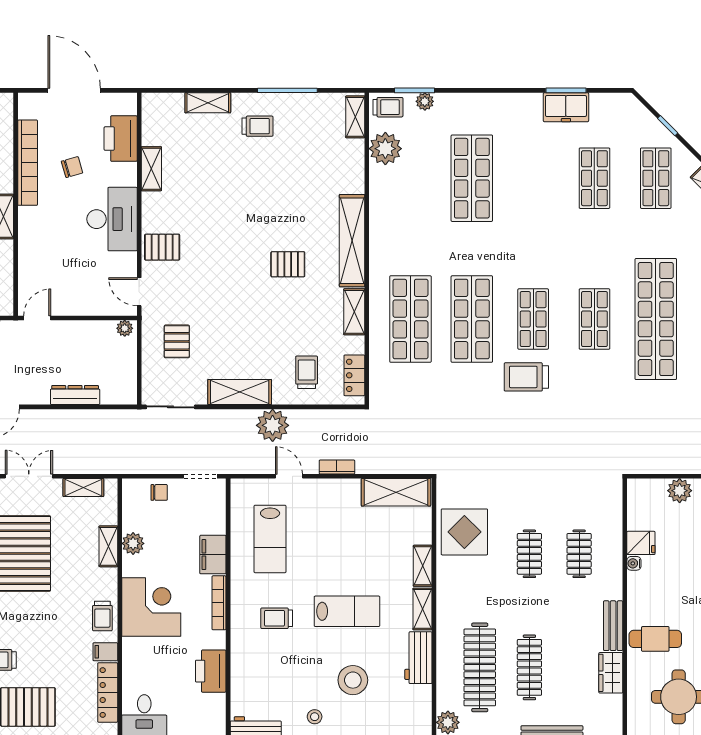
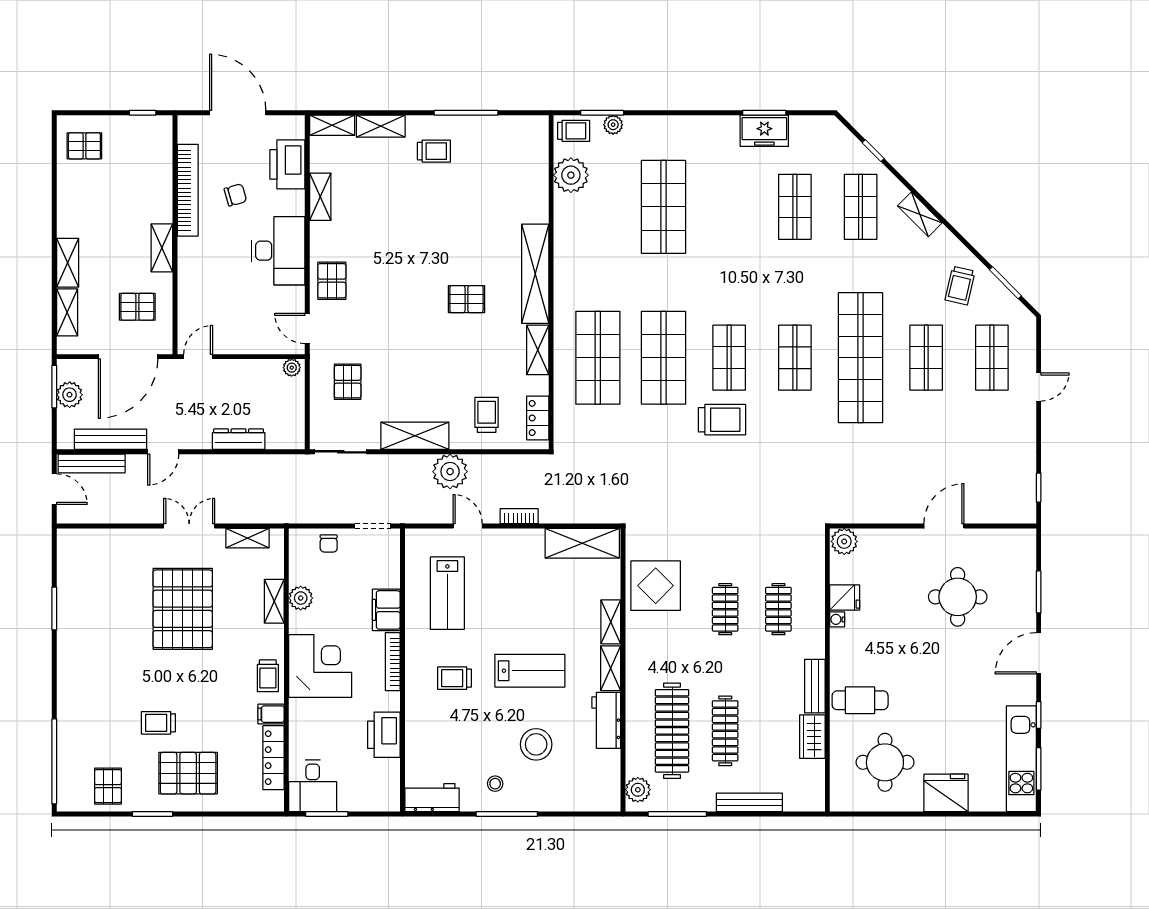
shelving: (355, 117) -> (332, 125), moved, turned 90
pallet: (162, 247) -> (332, 281), turned 90
trolley: (526, 377) -> (722, 420), turned 180
plant: (680, 491) -> (844, 541), moved
chair: (159, 492) -> (329, 543), turned 90

